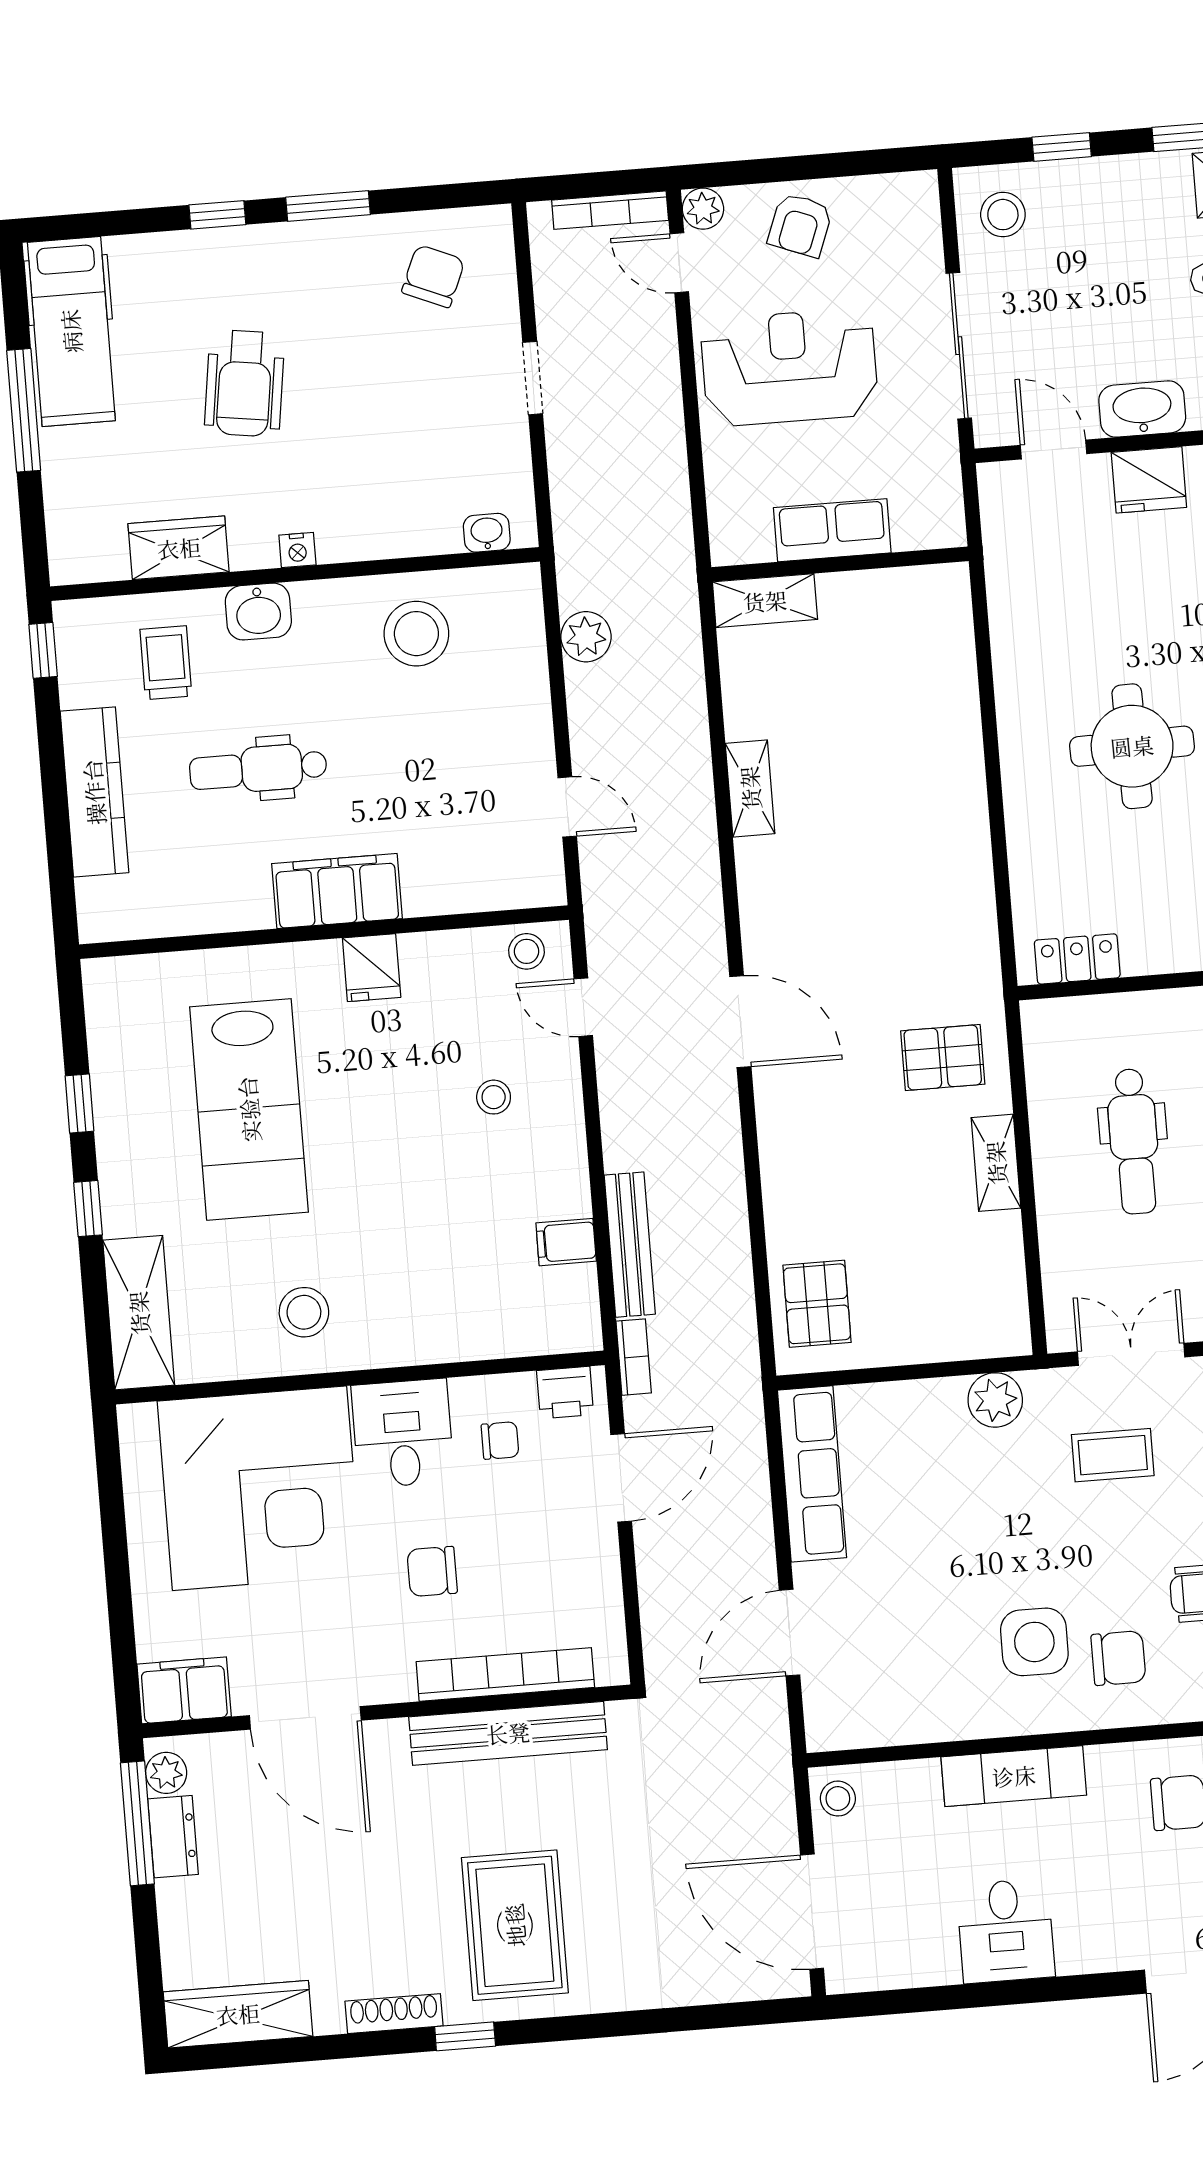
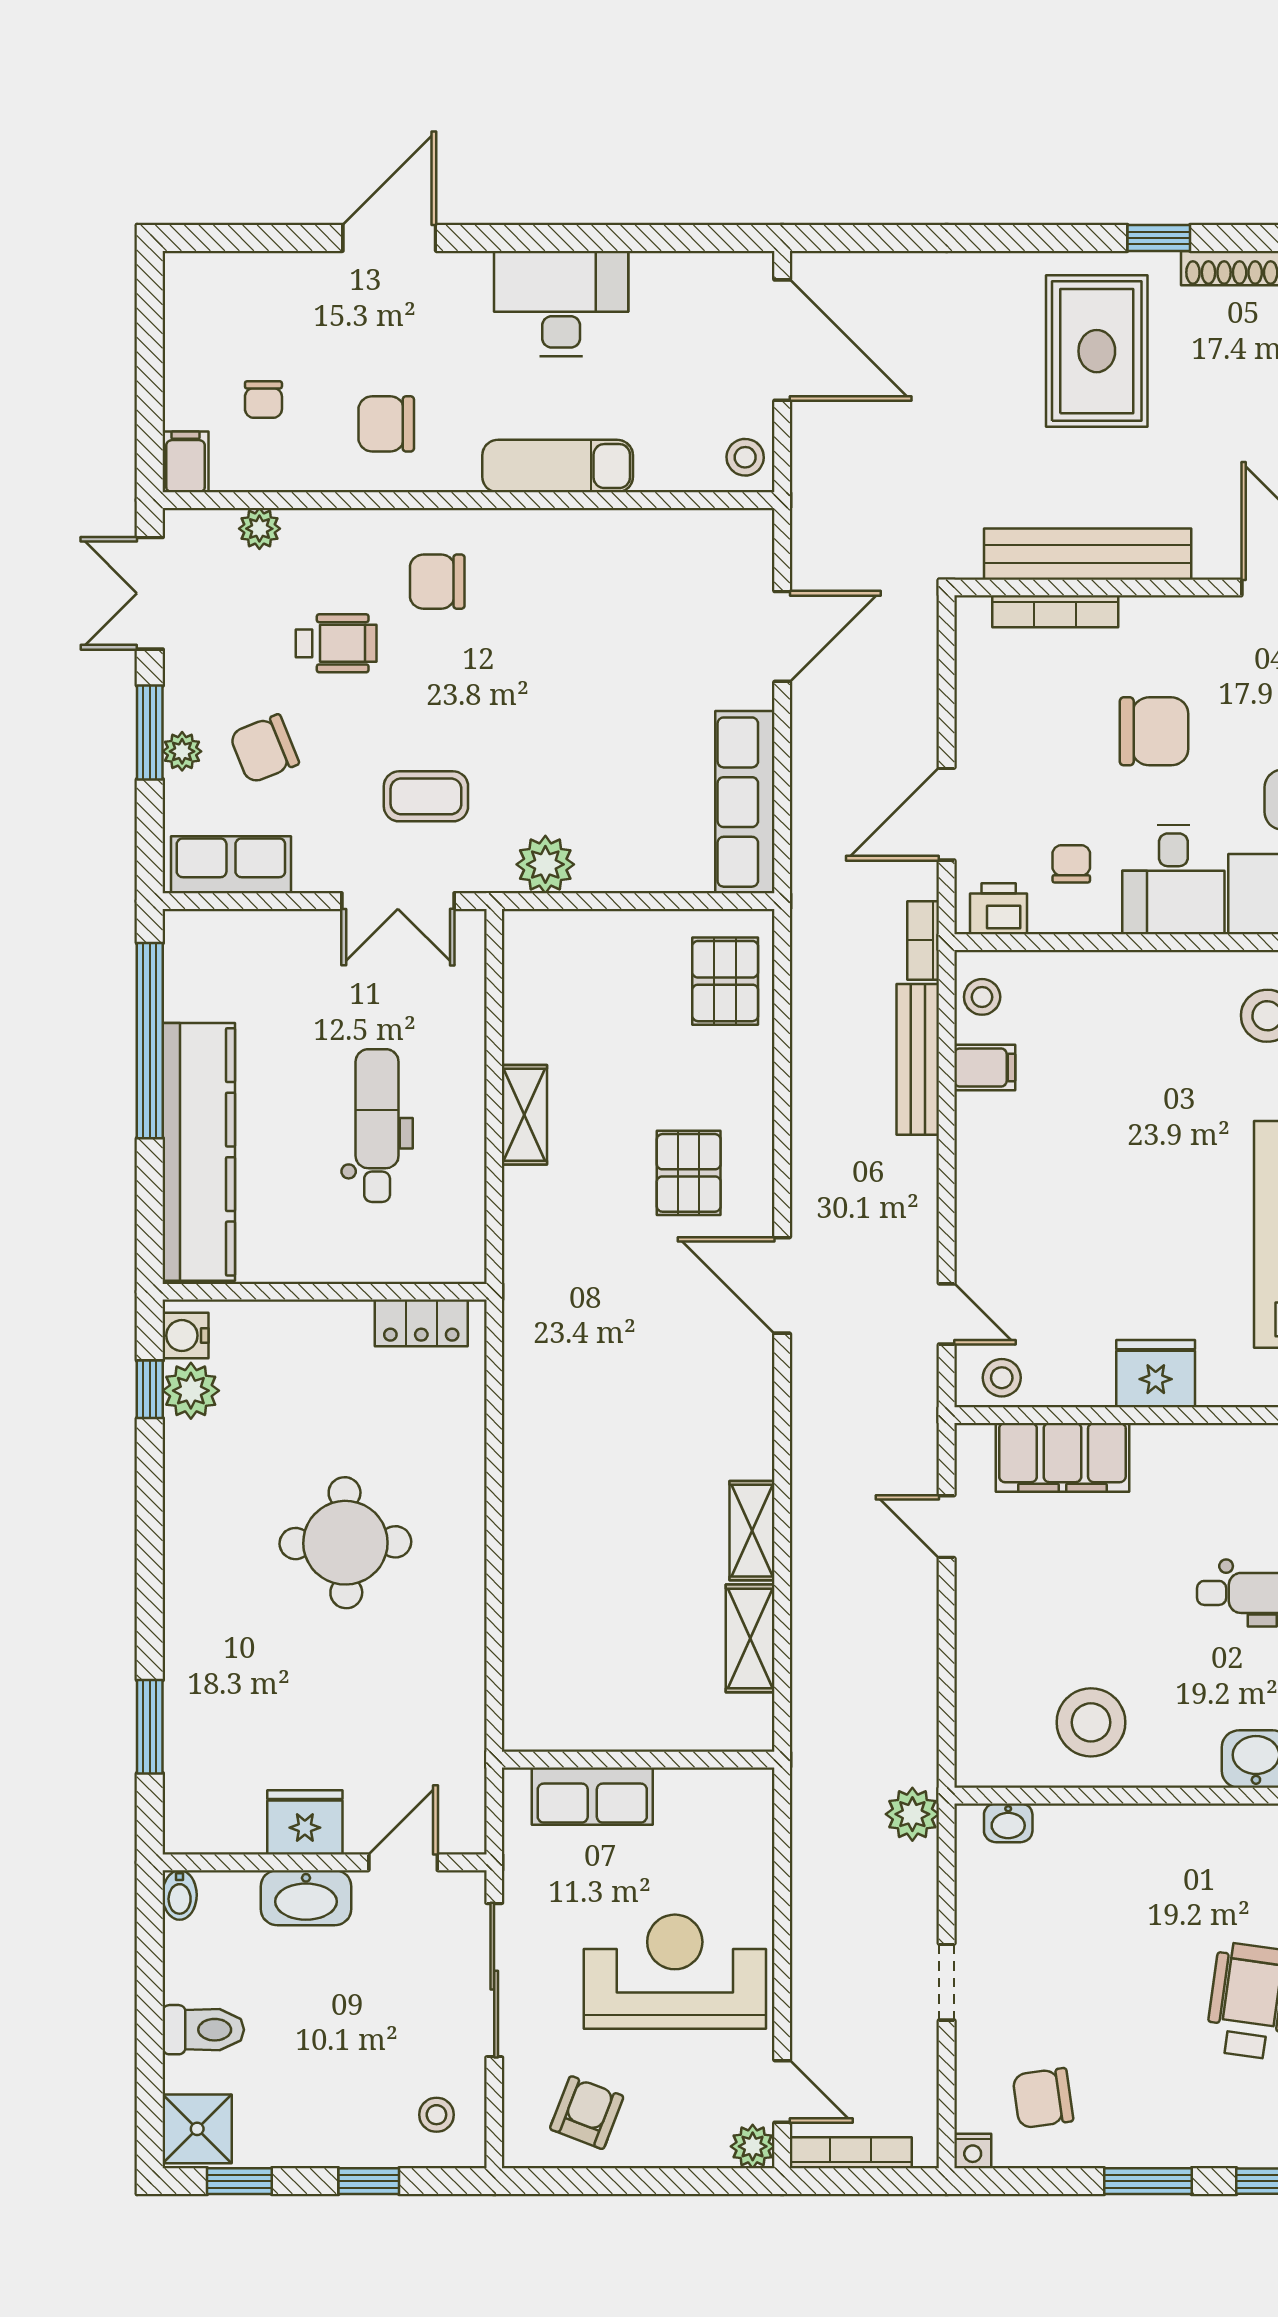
stool: (1003, 215) -> (436, 2115), width x0.73, depth x0.73
armchair: (800, 225) -> (587, 2113), moved
chair: (433, 276) -> (1043, 2098), turned 59
reception desk: (789, 367) -> (675, 1972), turned 180
door: (1054, 450) -> (403, 1862), swing flipped
row of seats: (832, 530) -> (592, 1796), moved
nightstand: (297, 550) -> (973, 2151), moved, turned 180
shelving: (765, 601) -> (750, 1638), moved, turned 90
plant: (586, 637) -> (912, 1814), moved
filing cabinet: (337, 891) -> (1062, 1457), moved
fridge: (372, 968) -> (1156, 1374), width x1.38
pallet: (943, 1058) -> (689, 1173), moved, turned 90
stool: (494, 1097) -> (982, 997), moved
chair: (500, 1440) -> (1071, 864), turned 90
chair: (432, 1571) -> (1154, 731), width x1.37, depth x1.37
side table: (1034, 1642) -> (524, 606), removed
bookcase: (505, 1675) -> (1055, 611), width x0.68, depth x0.76
desk: (1006, 1931) -> (561, 303), width x1.37

